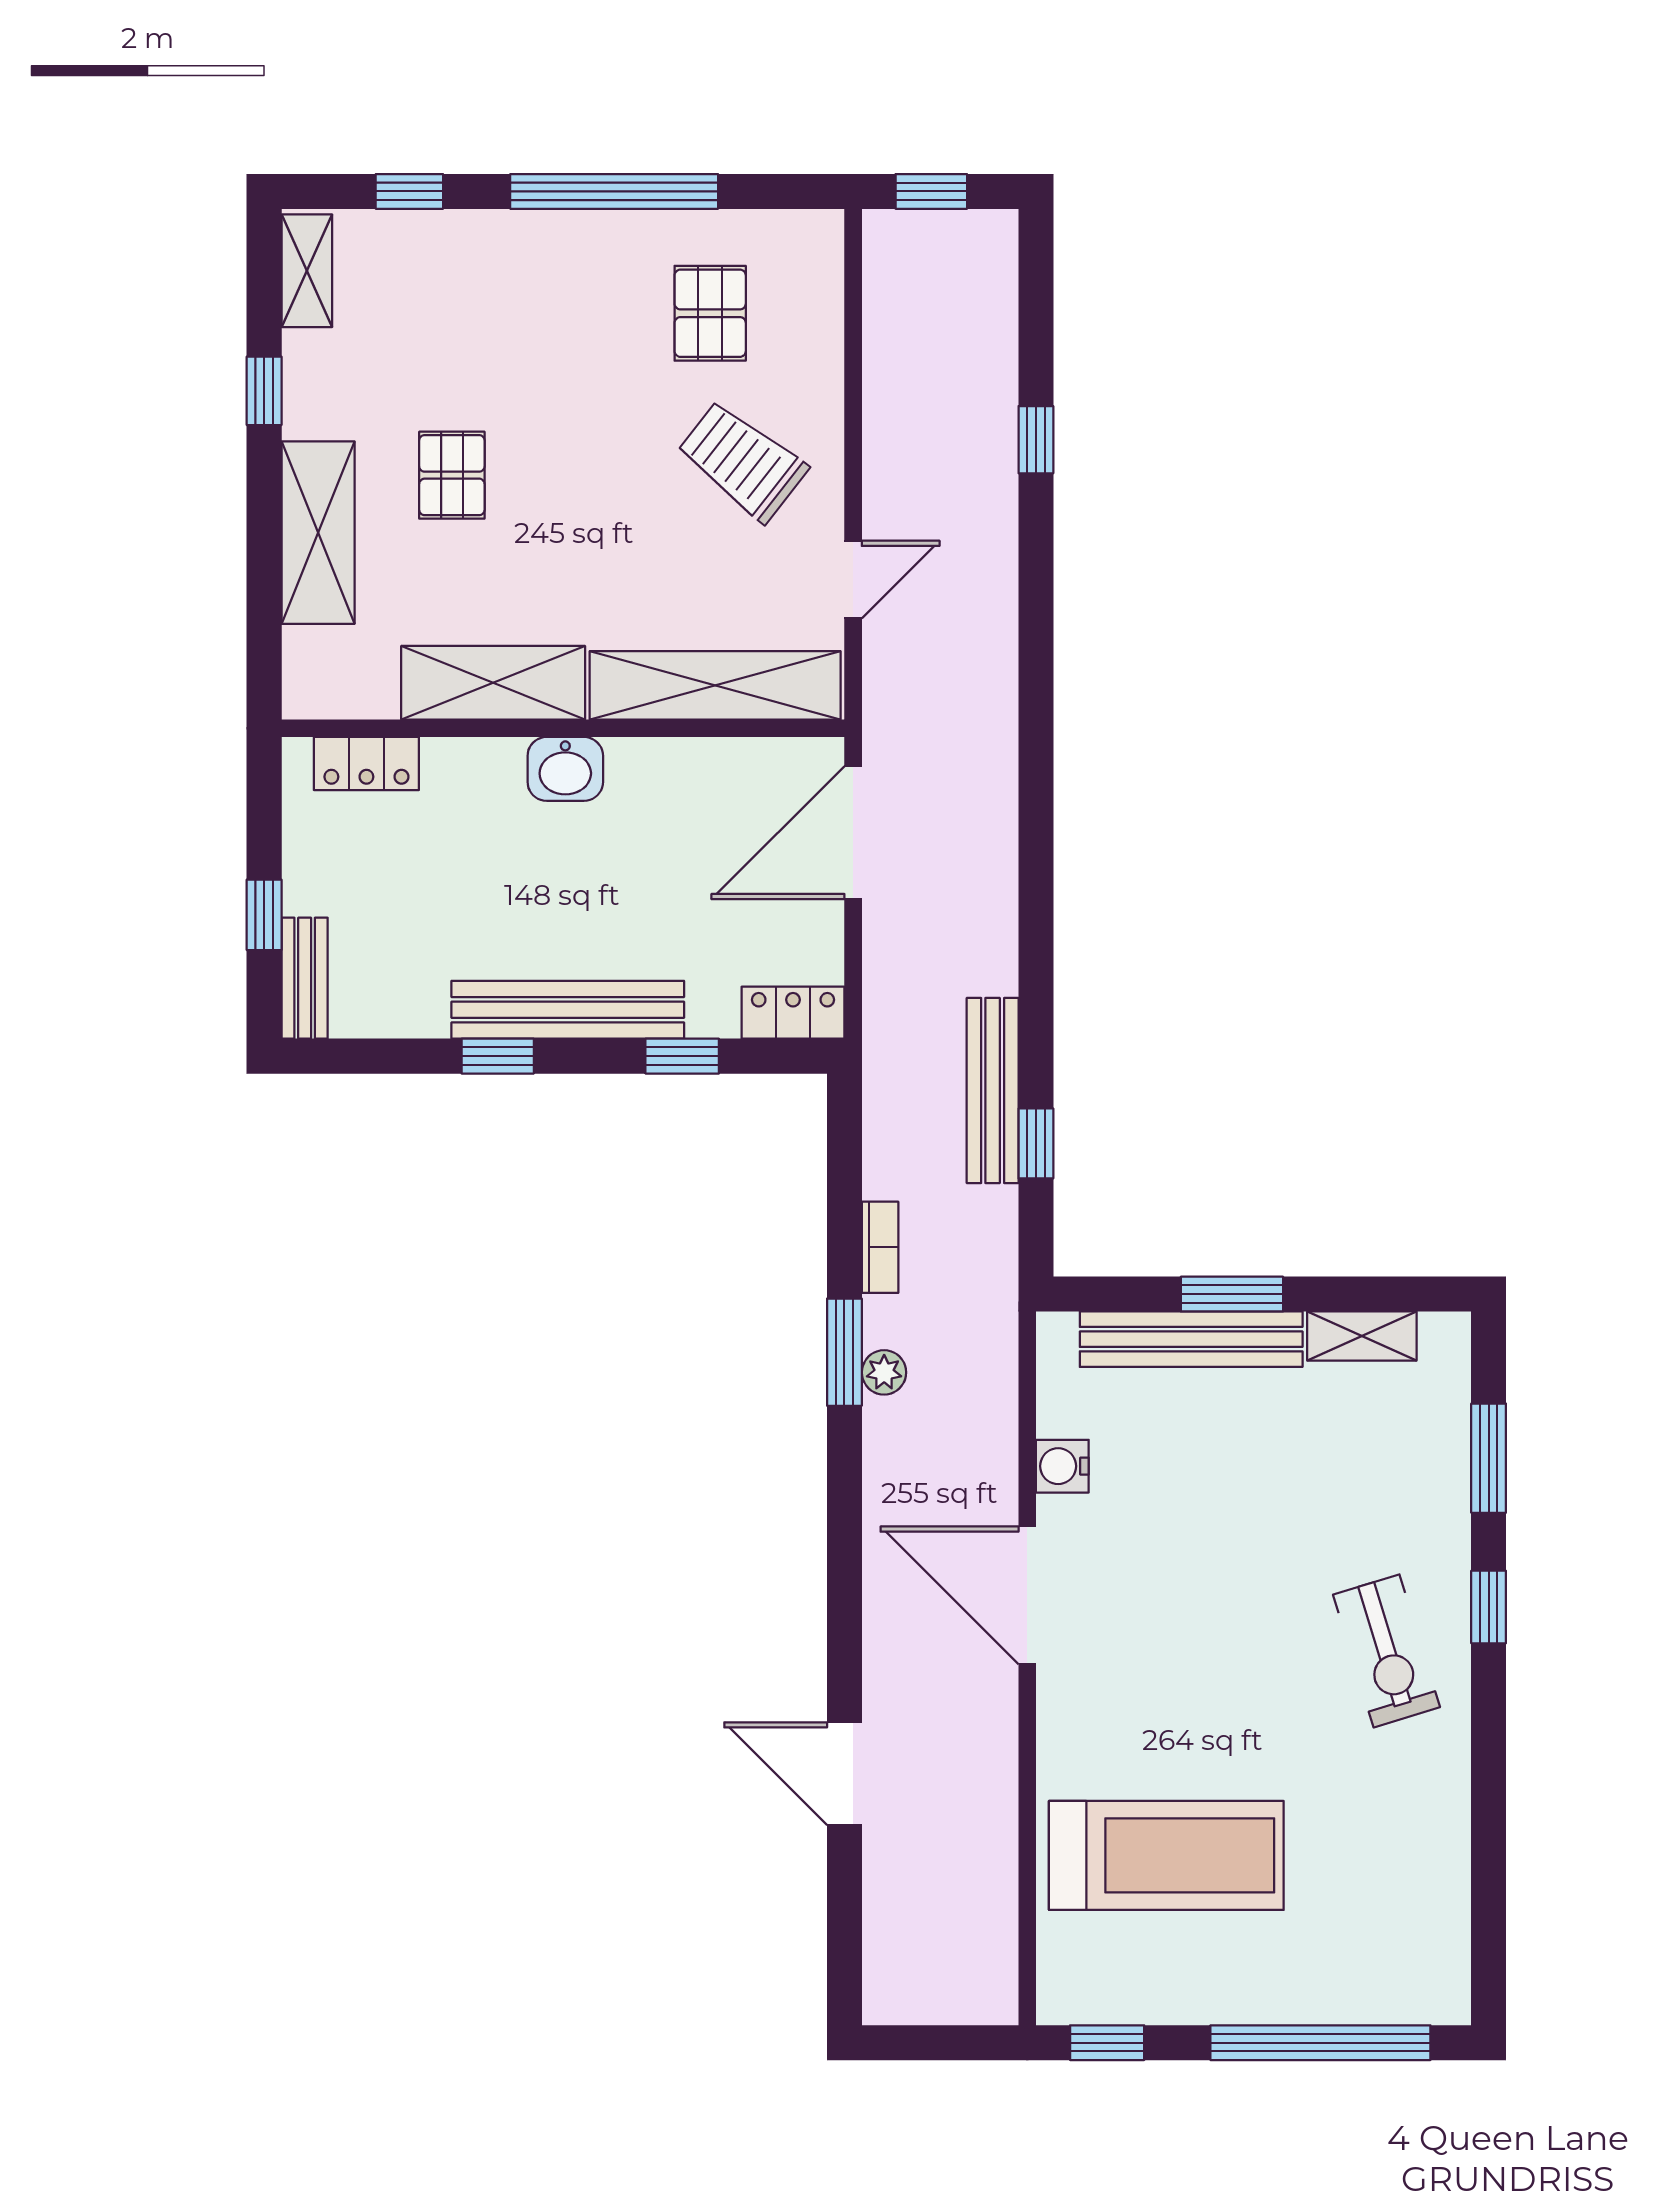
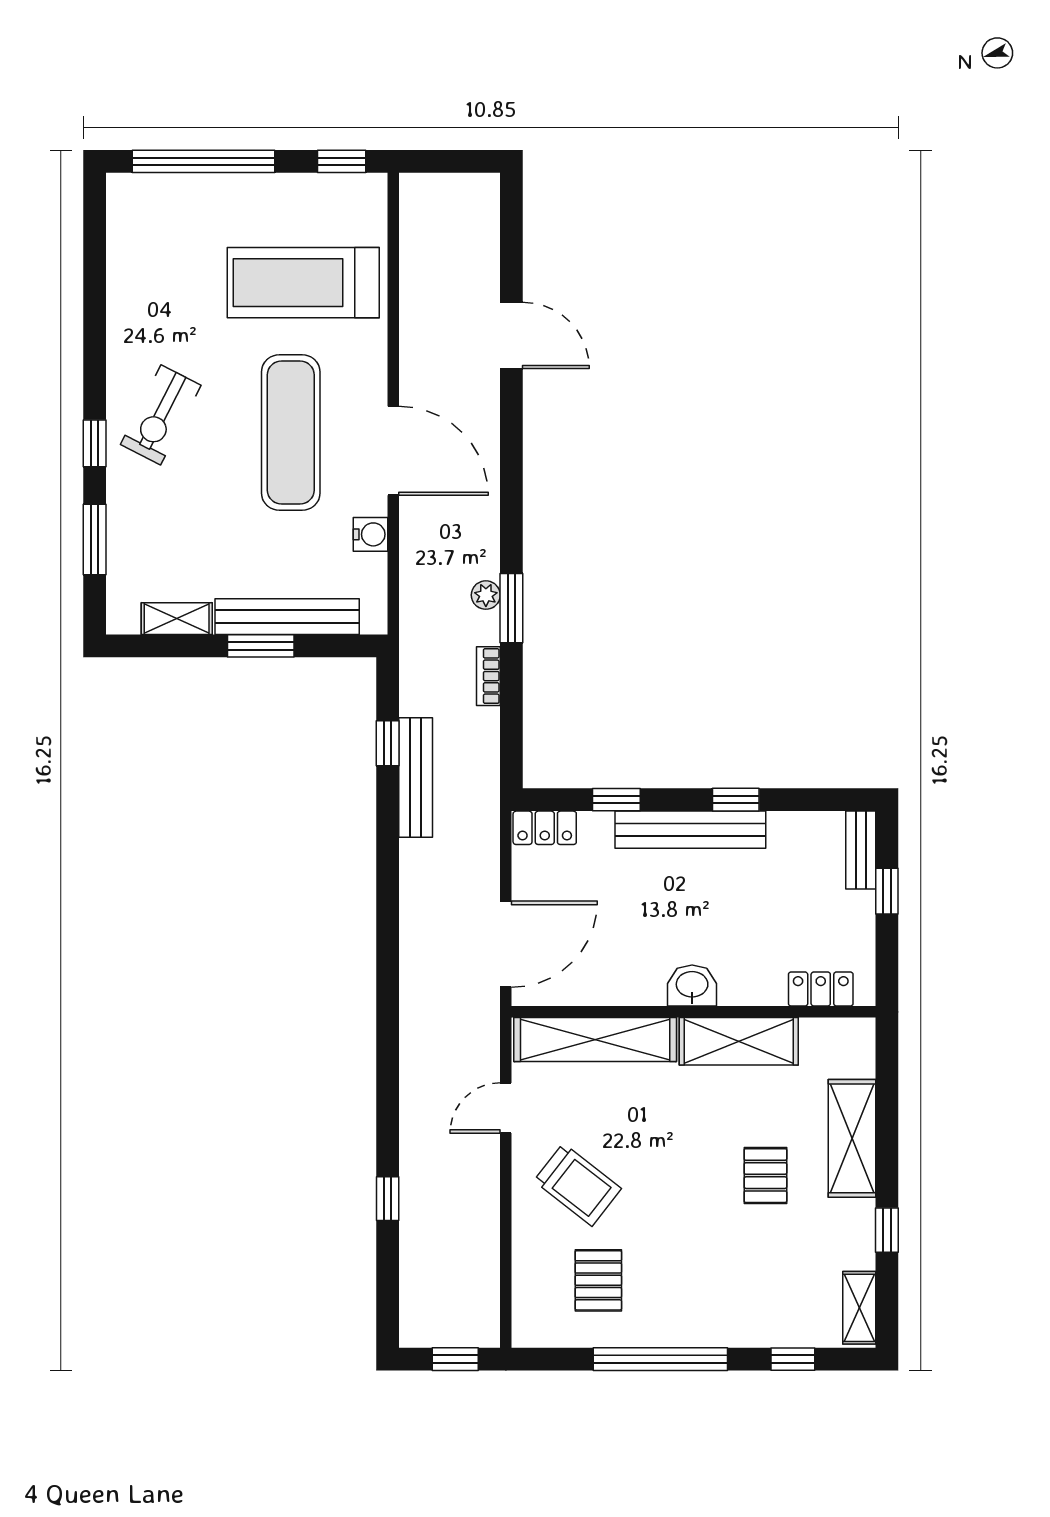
exercise mat: (1186, 1624) -> (291, 433), added
exercise bike: (1386, 1651) -> (161, 415), turned -136

